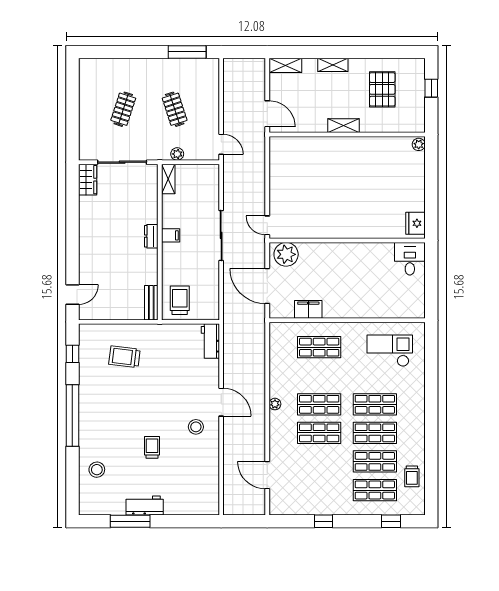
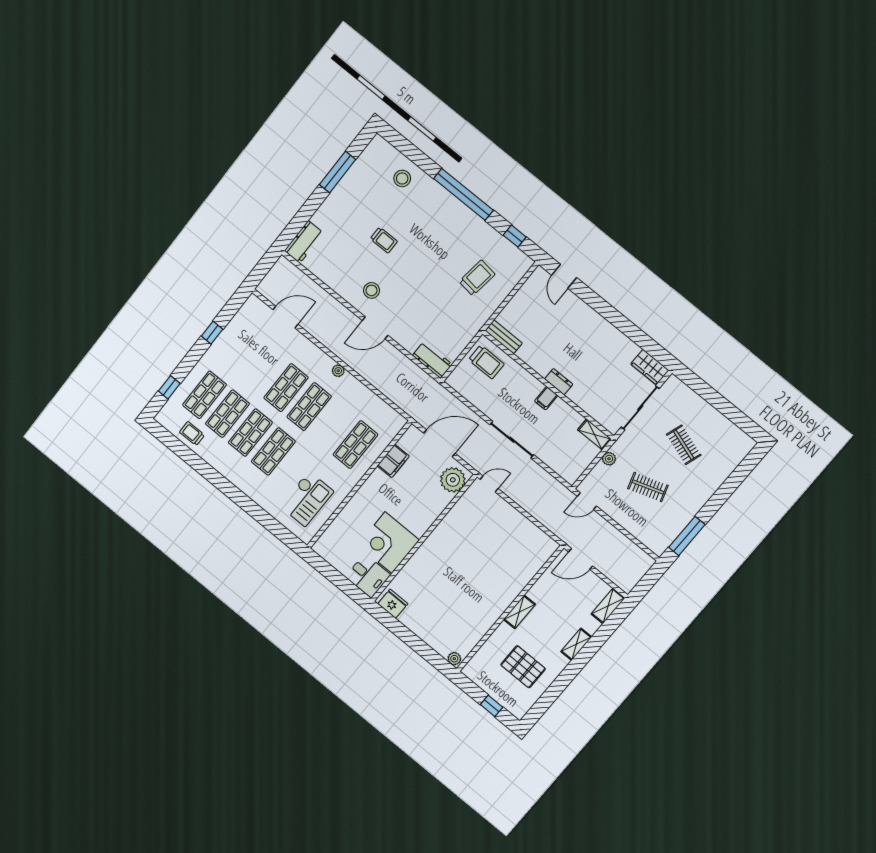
corner desk: (372, 264) -> (389, 543), added
workbench: (145, 505) -> (304, 242), moved

